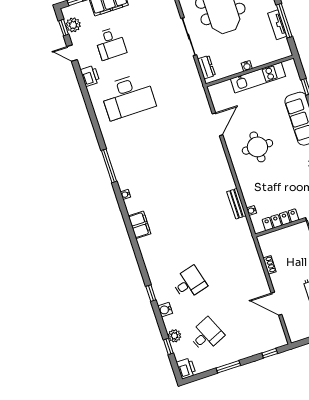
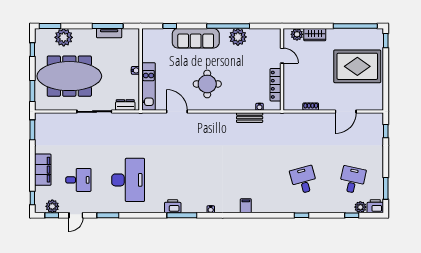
printer: (90, 76) -> (173, 206), moved
kitchen unit: (258, 78) -> (148, 87), moved
window: (83, 87) -> (108, 215), added
filing cabinet: (140, 225) -> (246, 206), width x0.50
water cooler: (165, 310) -> (320, 208), removed
desk: (206, 335) -> (353, 180), turned 36
plant: (174, 336) -> (360, 207), moved
window: (228, 367) -> (386, 188), moved

